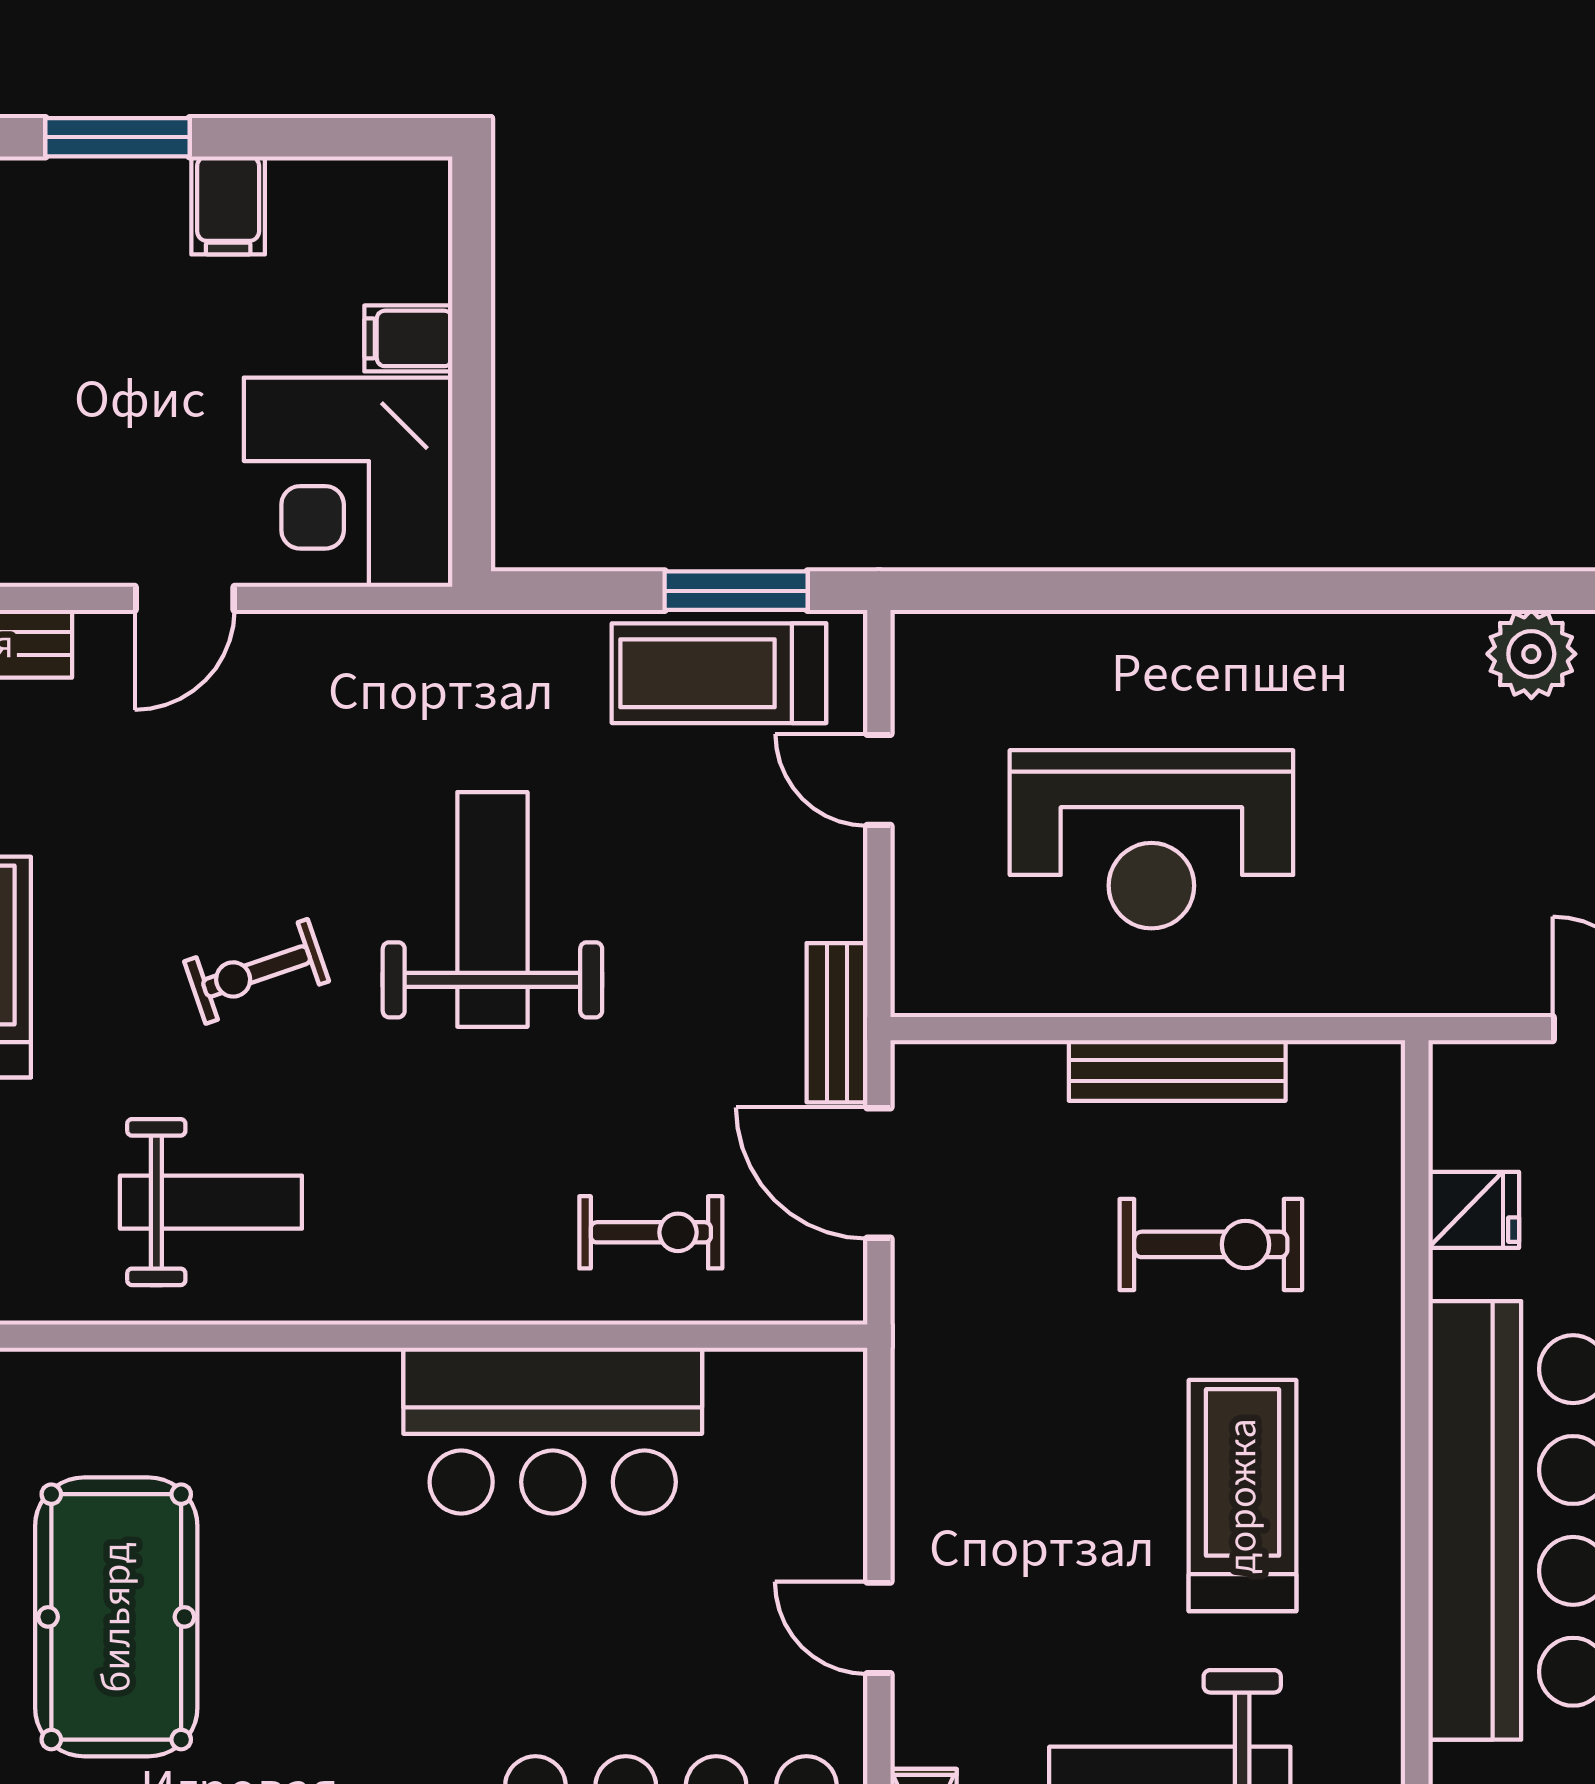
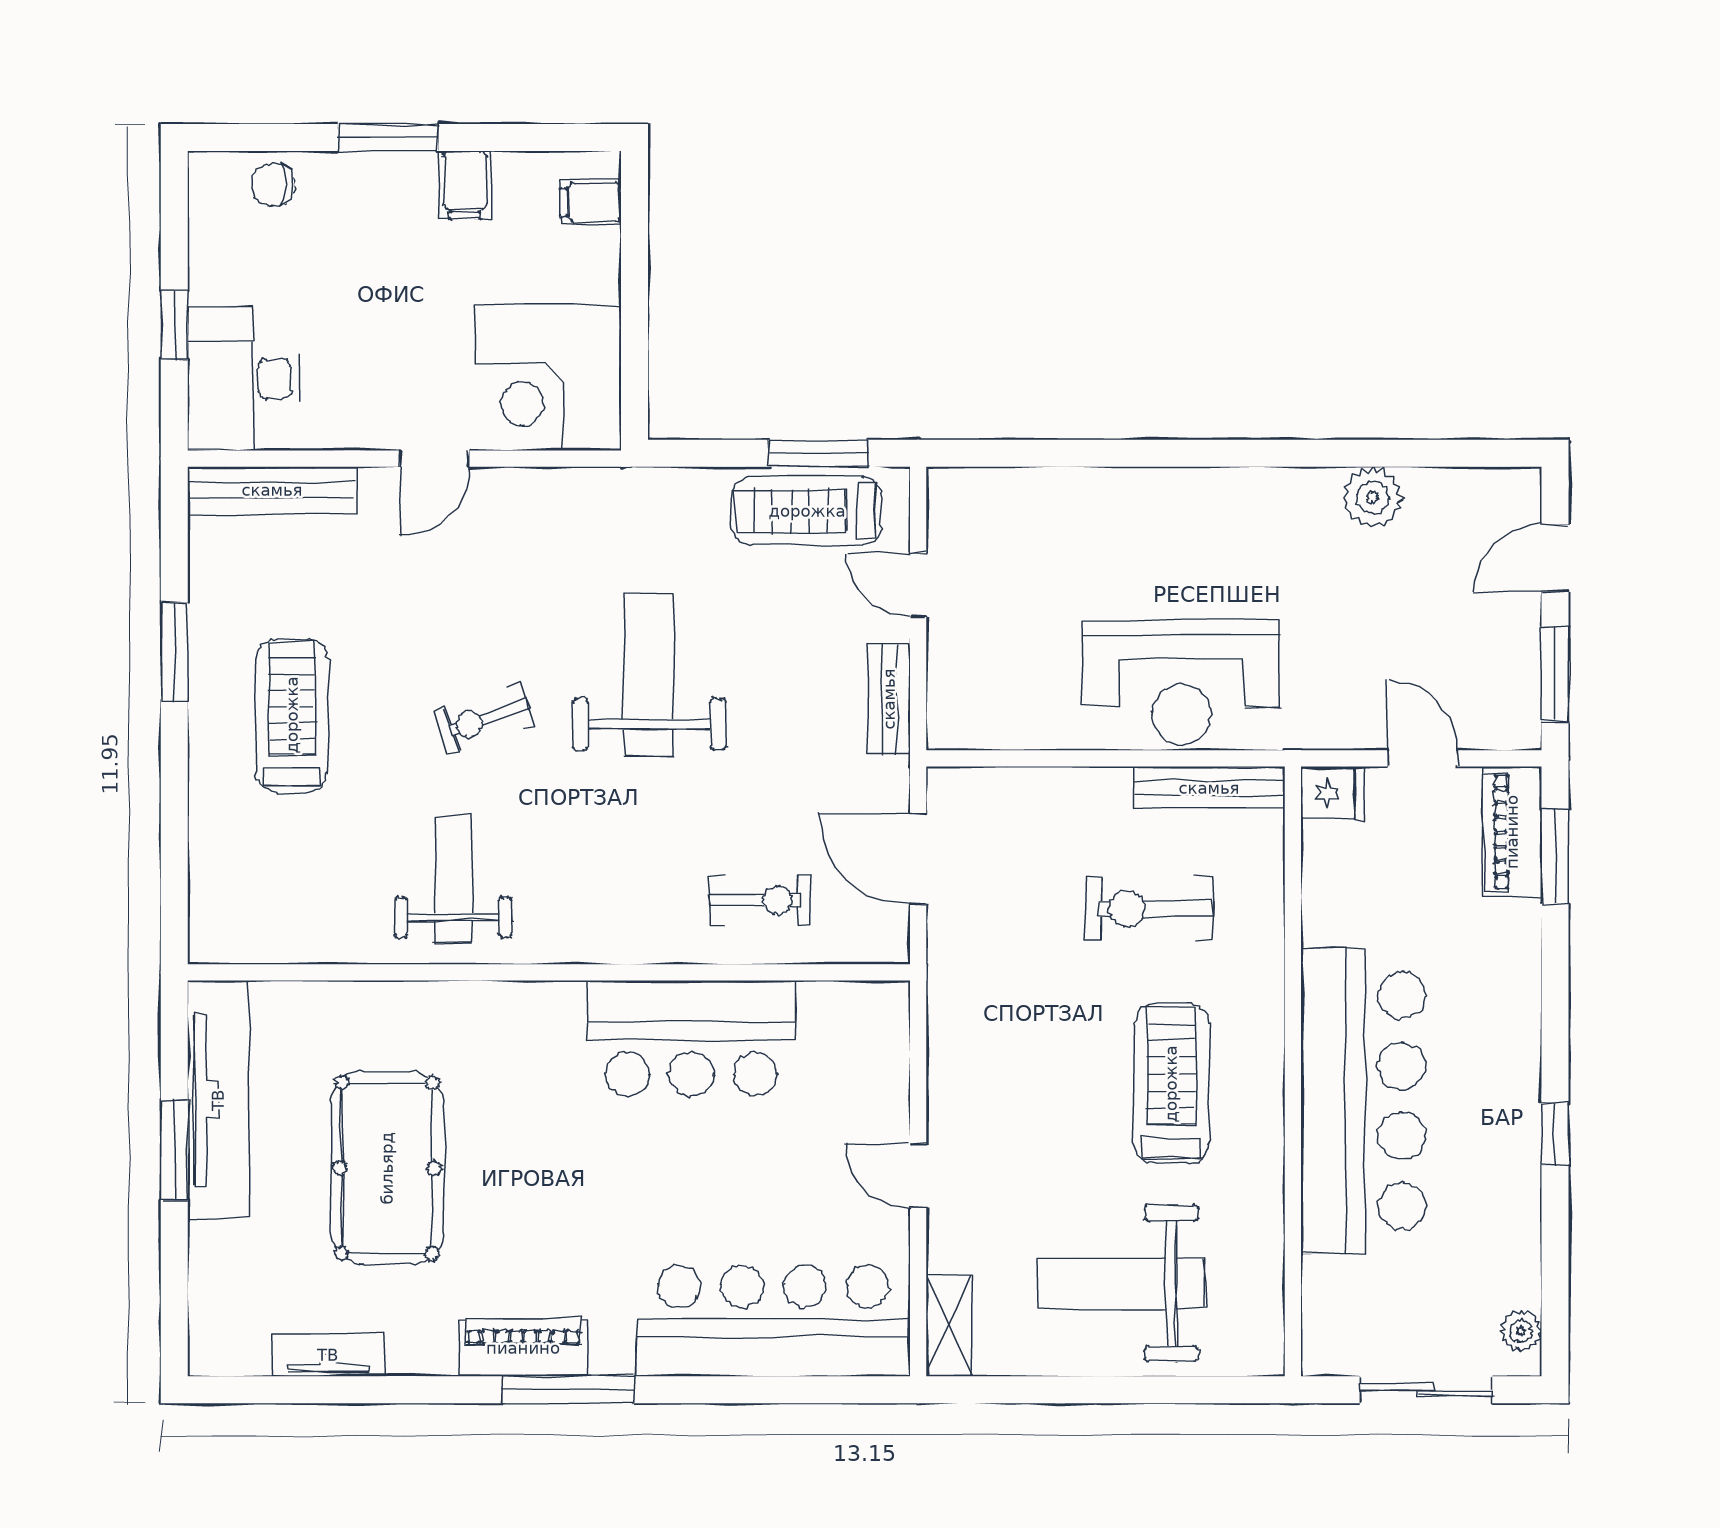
filing cabinet: (408, 338) -> (591, 202), moved
reception desk: (1151, 839) -> (1181, 682), moved
bench: (837, 1023) -> (889, 699), moved
bench: (1177, 1071) -> (1209, 788), moved
weight bench: (211, 1202) -> (453, 879), turned -90
fridge: (1474, 1210) -> (1332, 793), moved
exercise bike: (1211, 1244) -> (1149, 909), turned 180

